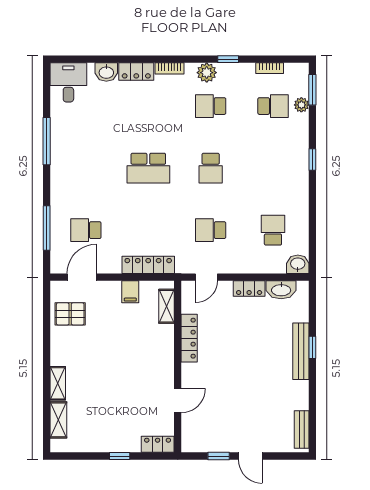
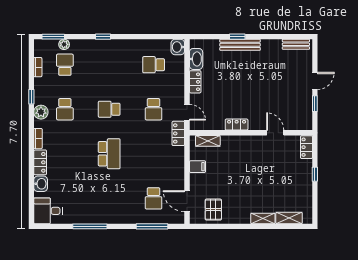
school desk: (211, 168) -> (109, 109), turned 180
locker: (148, 265) -> (178, 133), moved, width x0.66
locker: (189, 338) -> (237, 125), width x0.66

